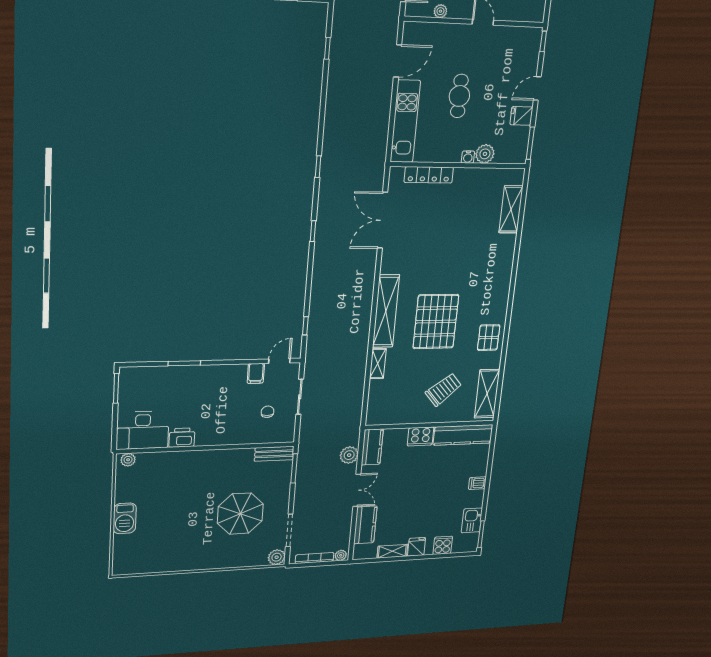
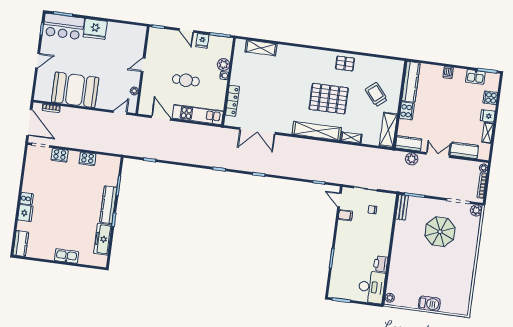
shelving: (487, 394) -> (388, 130), moved, turned 90

